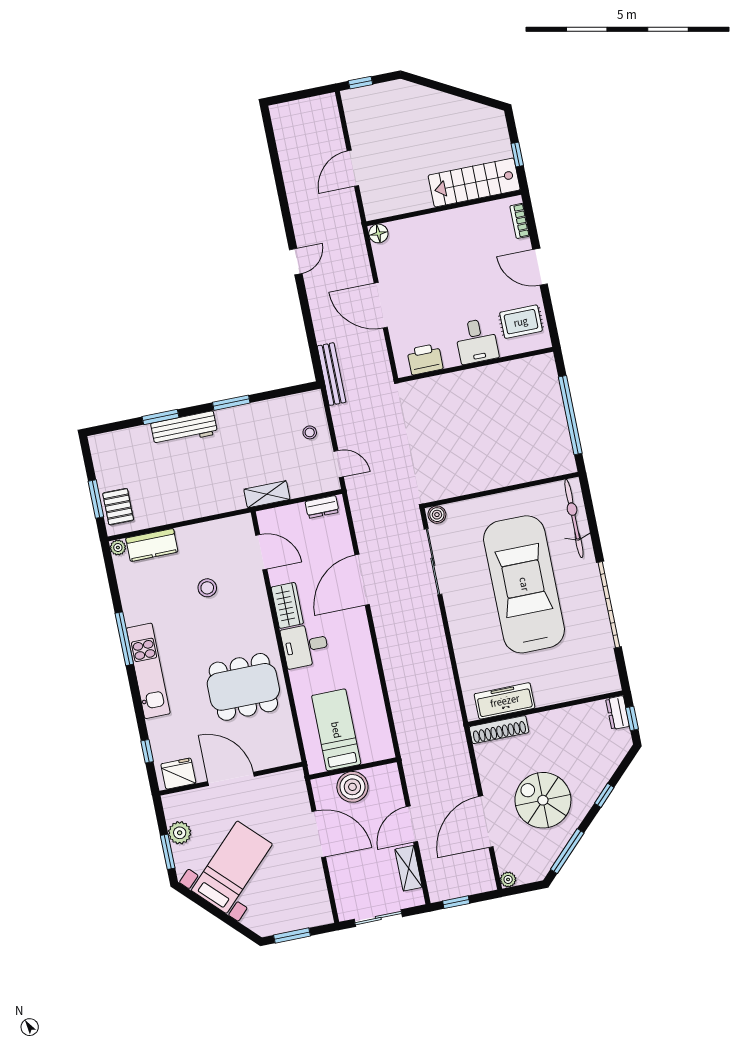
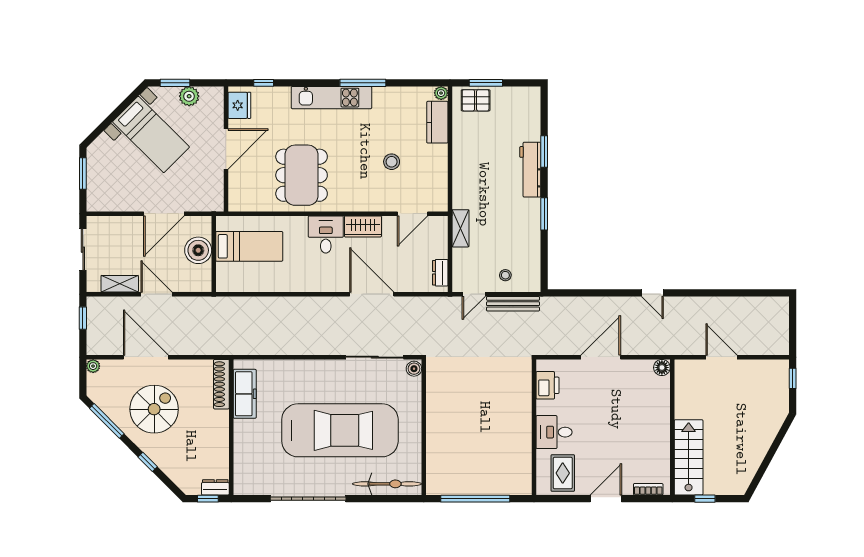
bench: (332, 374) -> (513, 304), moved

